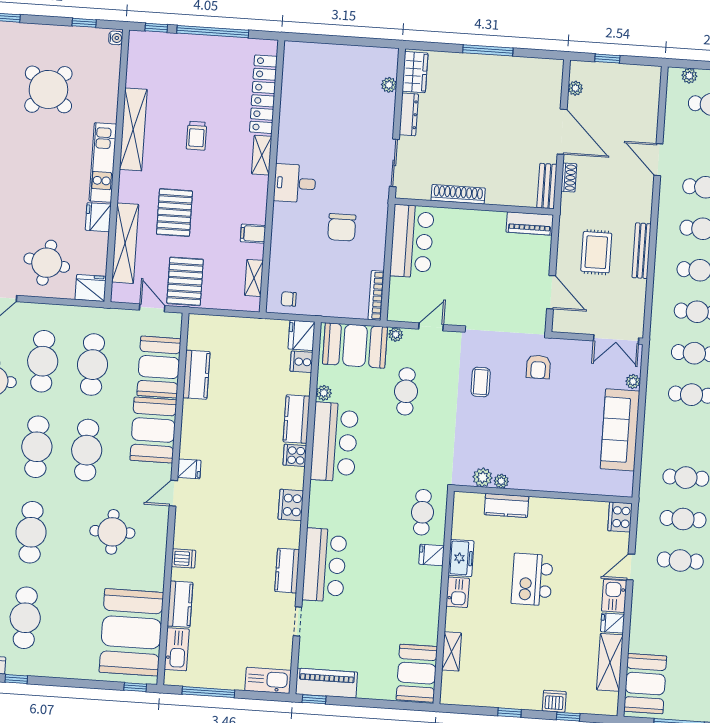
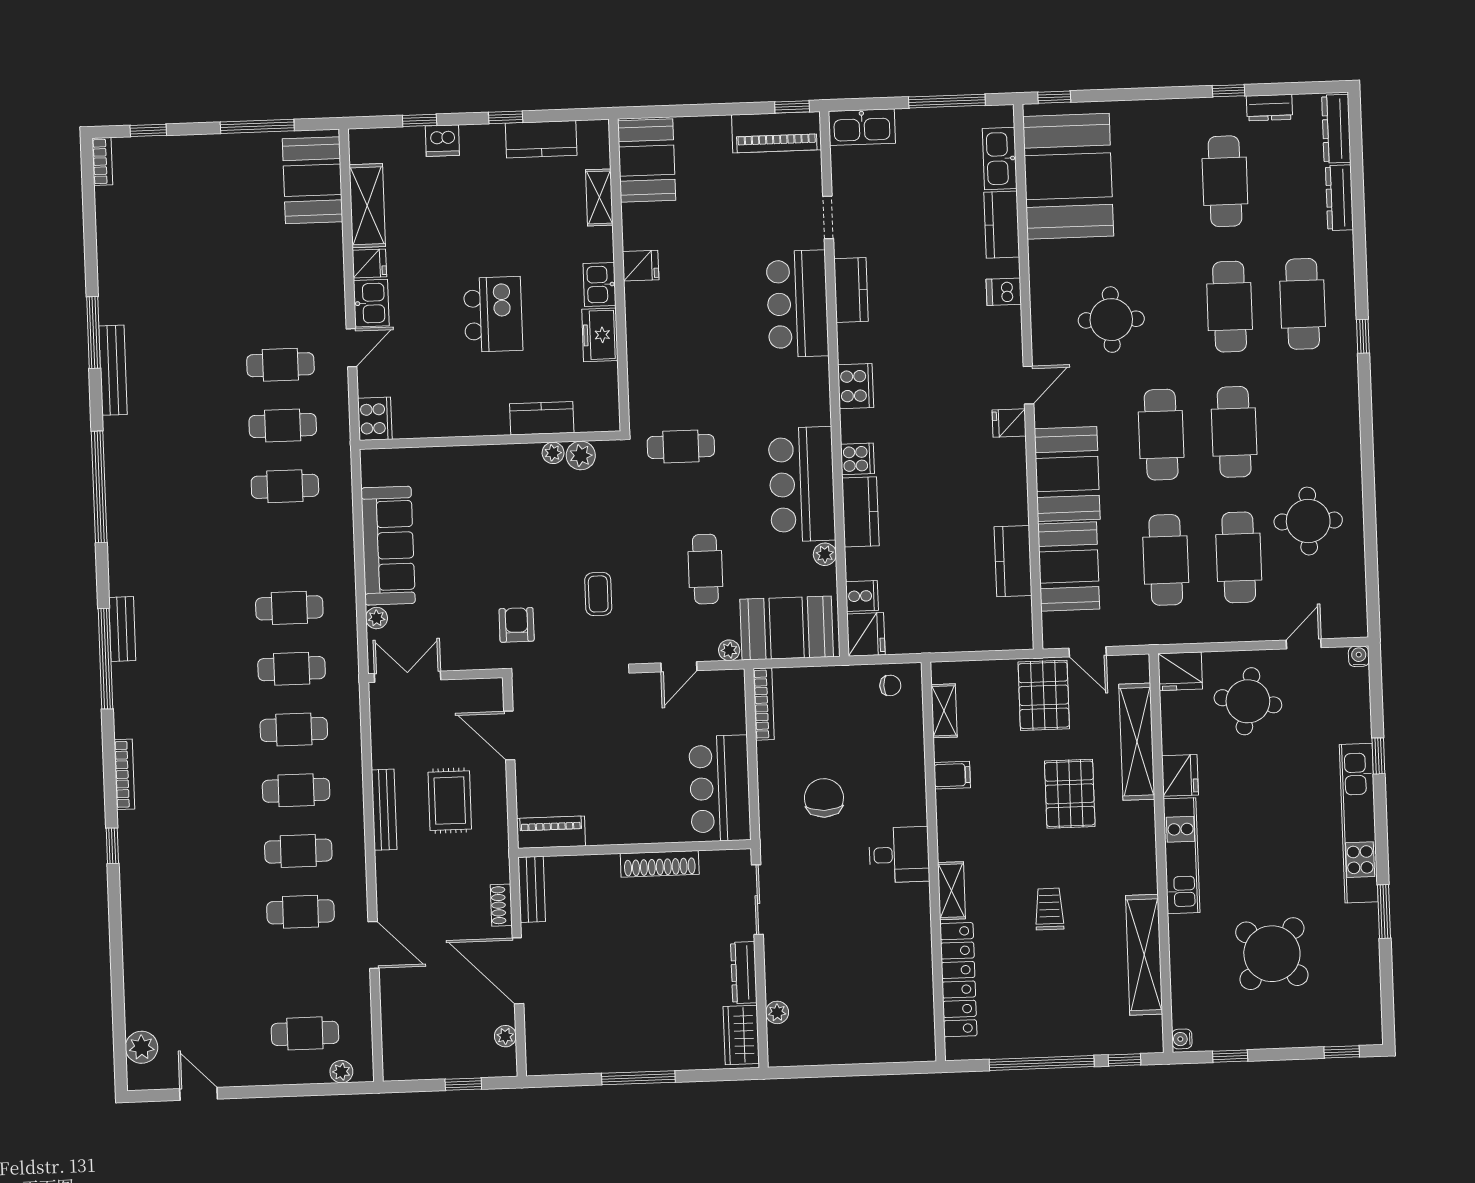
shelving: (133, 129) -> (1144, 955), moved
cafe table: (422, 512) -> (681, 447), moved, turned 90
fridge: (432, 555) -> (641, 266), moved
kitchen counter: (487, 695) -> (541, 139), added

